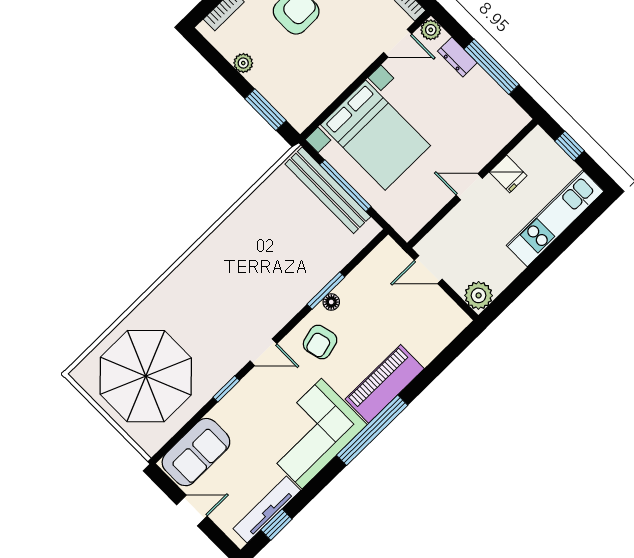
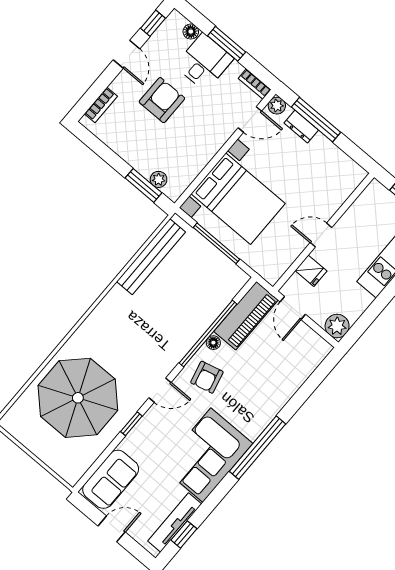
plant: (243, 63) -> (159, 179), moved
window: (492, 67) -> (316, 120), moved
fridge: (508, 174) -> (311, 271), moved
bench: (328, 190) -> (151, 257), moved, turned 90
door: (428, 270) -> (293, 308), hinge flipped
window: (326, 291) -> (208, 333), width x2.11
parasol: (146, 376) -> (78, 398), moved
piano: (385, 384) -> (246, 316), moved, turned 180

